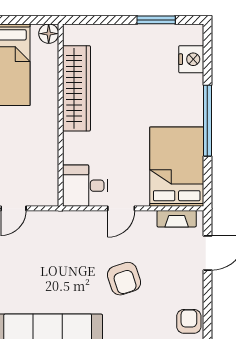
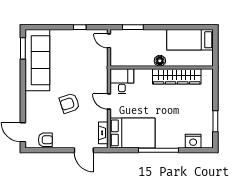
floor lamp: (49, 34) -> (160, 61), moved

